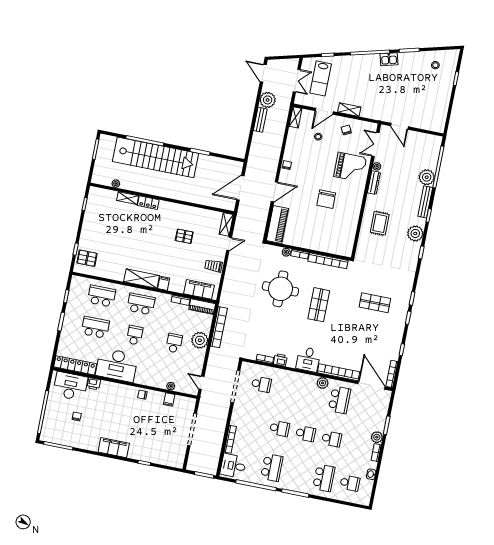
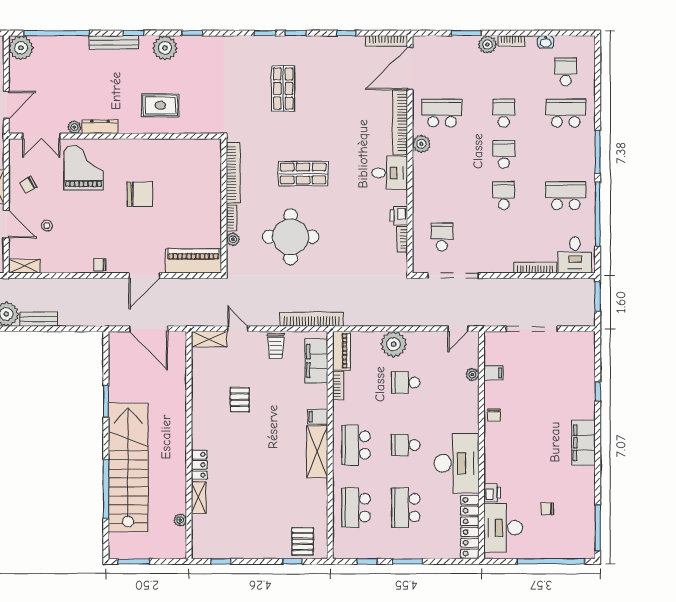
plant: (427, 177) -> (21, 48), moved
door: (274, 192) -> (144, 276), swing flipped
bookcase: (219, 327) -> (312, 319), moved

